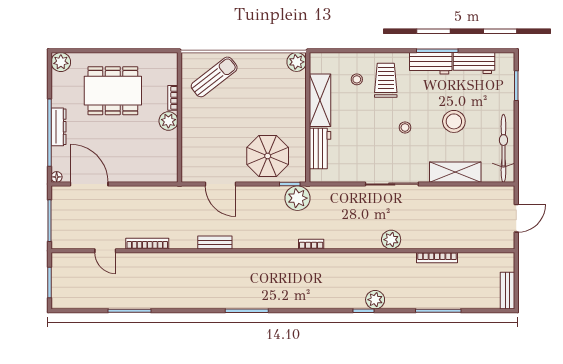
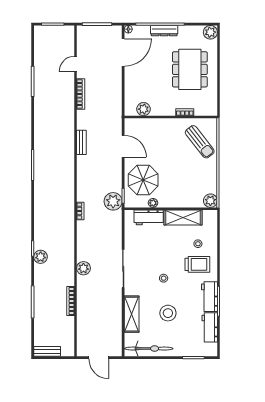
plant: (168, 121) -> (143, 109), moved
plant: (300, 142) -> (153, 203), added
door: (220, 184) -> (123, 146), swing flipped

